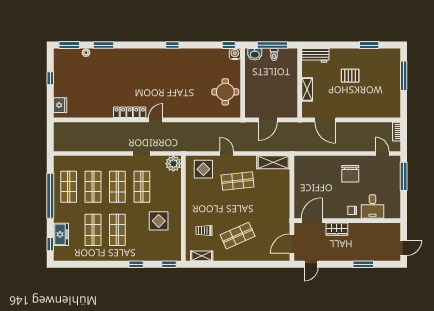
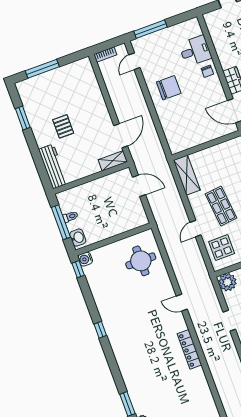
workbench: (315, 55) -> (53, 166), width x1.38
shelving: (307, 89) -> (113, 161), moved
round table: (225, 92) -> (141, 261), moved
door: (156, 120) -> (182, 303), moved
door: (268, 120) -> (139, 186), moved

